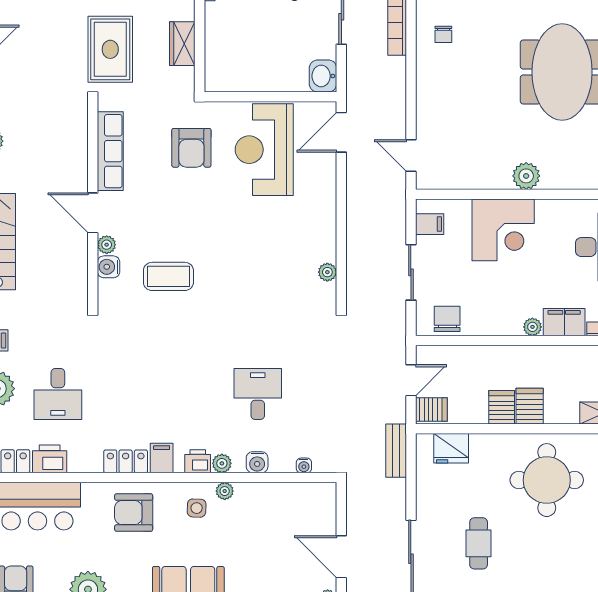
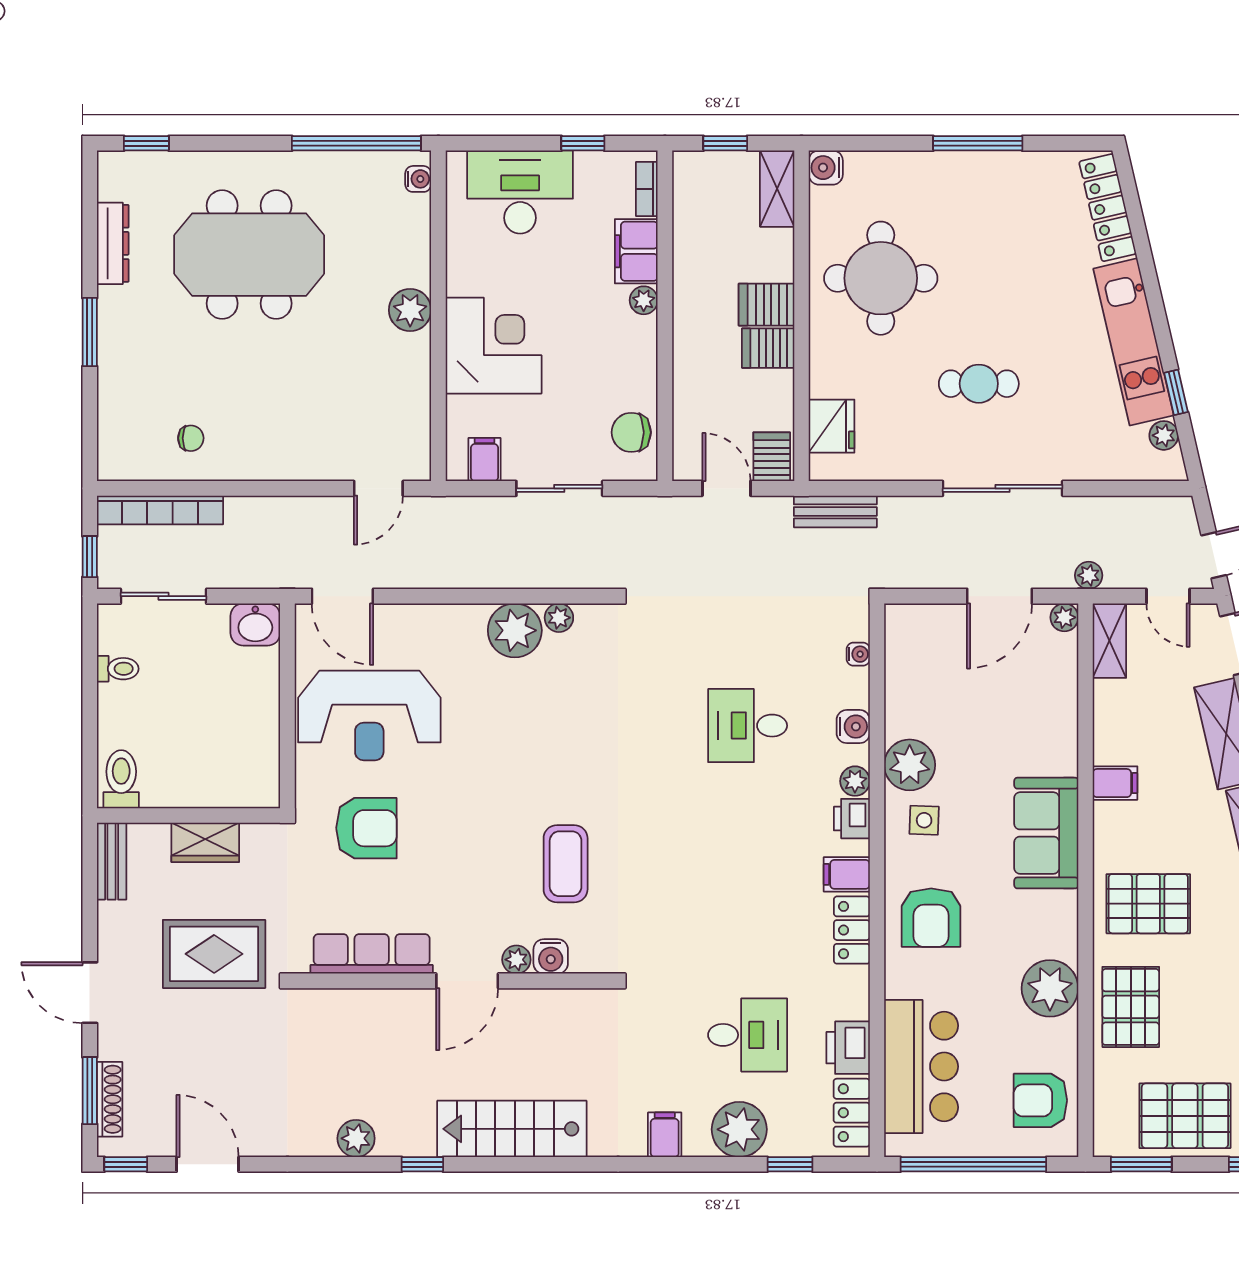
plant: (319, 244) -> (515, 630), added
plant: (225, 491) -> (910, 765), width x1.88, depth x1.88

